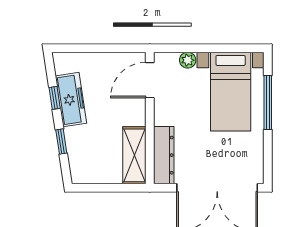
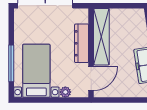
shelving: (134, 155) -> (101, 37), width x1.47
dresser: (164, 155) -> (82, 43), moved

